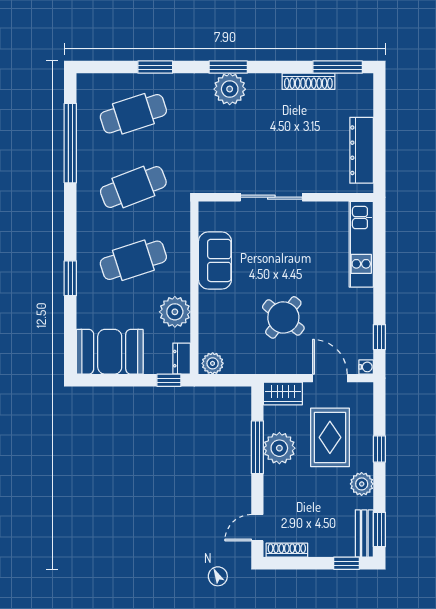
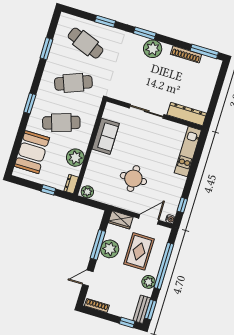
plant: (230, 89) -> (153, 49), moved
cafe table: (133, 114) -> (86, 43), turned 39
window: (70, 143) -> (46, 49), width x0.47
dresser: (362, 150) -> (187, 114), moved, turned 90
window: (70, 278) -> (30, 103), moved
round table: (283, 317) -> (133, 179), turned -38
booth: (110, 352) -> (32, 152), moved, turned 90
door: (330, 378) -> (149, 219), hinge flipped
window: (169, 380) -> (48, 190), moved
window: (379, 449) -> (164, 266), width x3.17
door: (257, 528) -> (88, 278), moved

